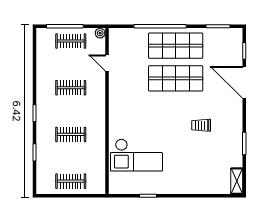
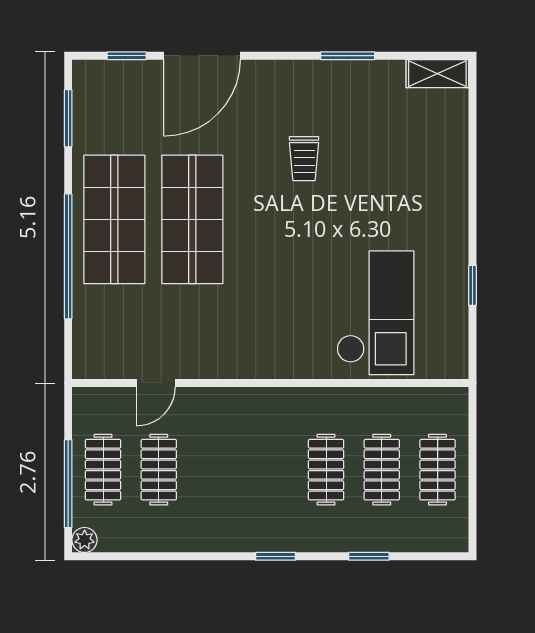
plant: (100, 33) -> (85, 540), moved
clothes rail: (71, 88) -> (159, 470), moved
clothes rail: (71, 158) -> (382, 470), added

